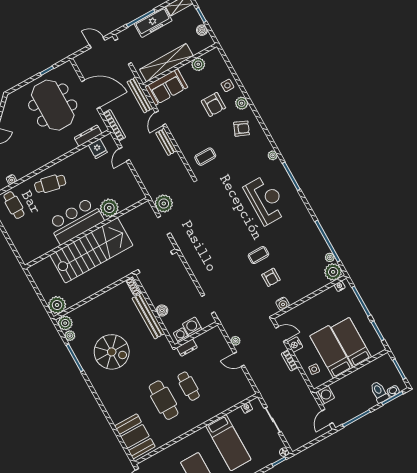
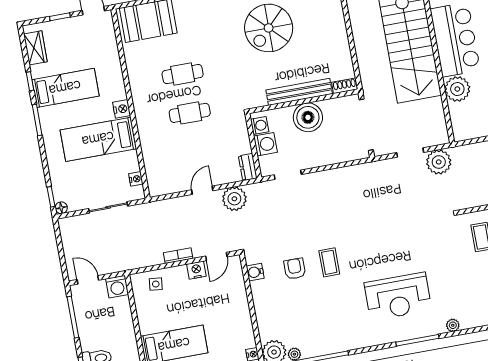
armchair: (271, 277) -> (295, 269), turned 90
boiler: (162, 310) -> (308, 117), width x1.86, depth x1.86
plant: (236, 341) -> (234, 199), width x1.87, depth x1.87
dresser: (187, 348) -> (248, 167), moved
bed: (331, 352) -> (171, 314), removed
cafe table: (164, 400) -> (183, 74), width x0.73, depth x0.74
nightstand: (202, 434) -> (122, 109), added

